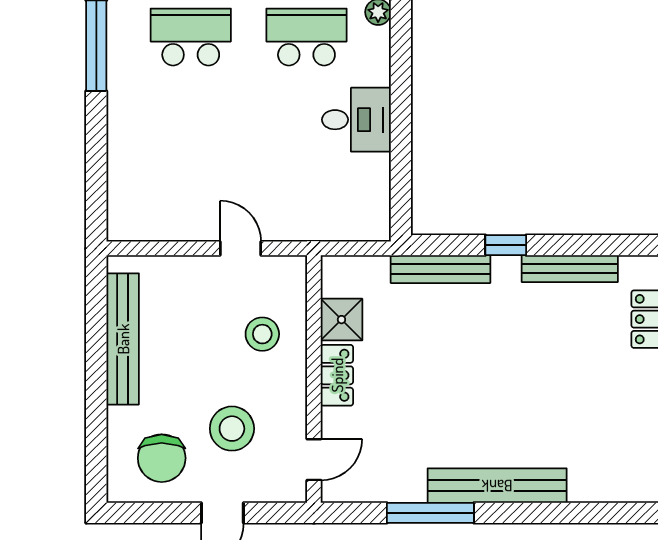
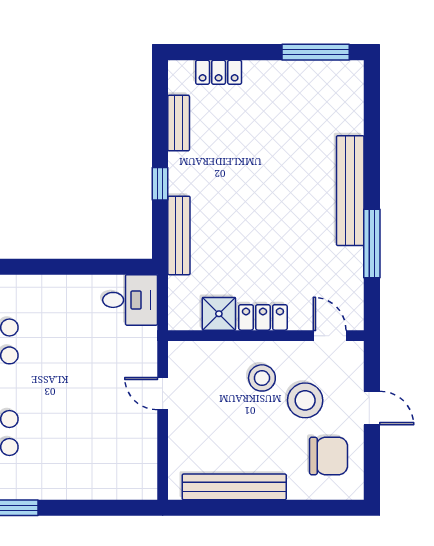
desk: (356, 120) -> (130, 300), moved, turned 90
door: (241, 248) -> (163, 394), hinge flipped
bench: (570, 269) -> (179, 123), width x0.73
stool: (262, 334) -> (262, 378), moved

